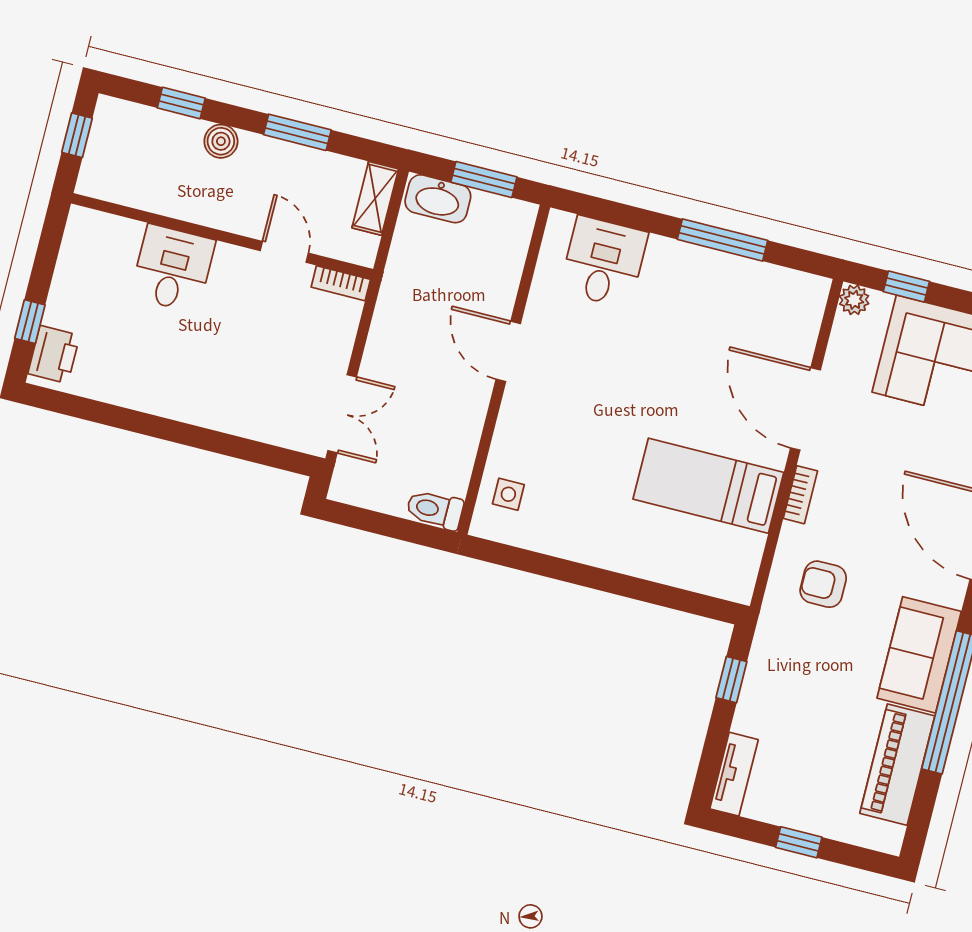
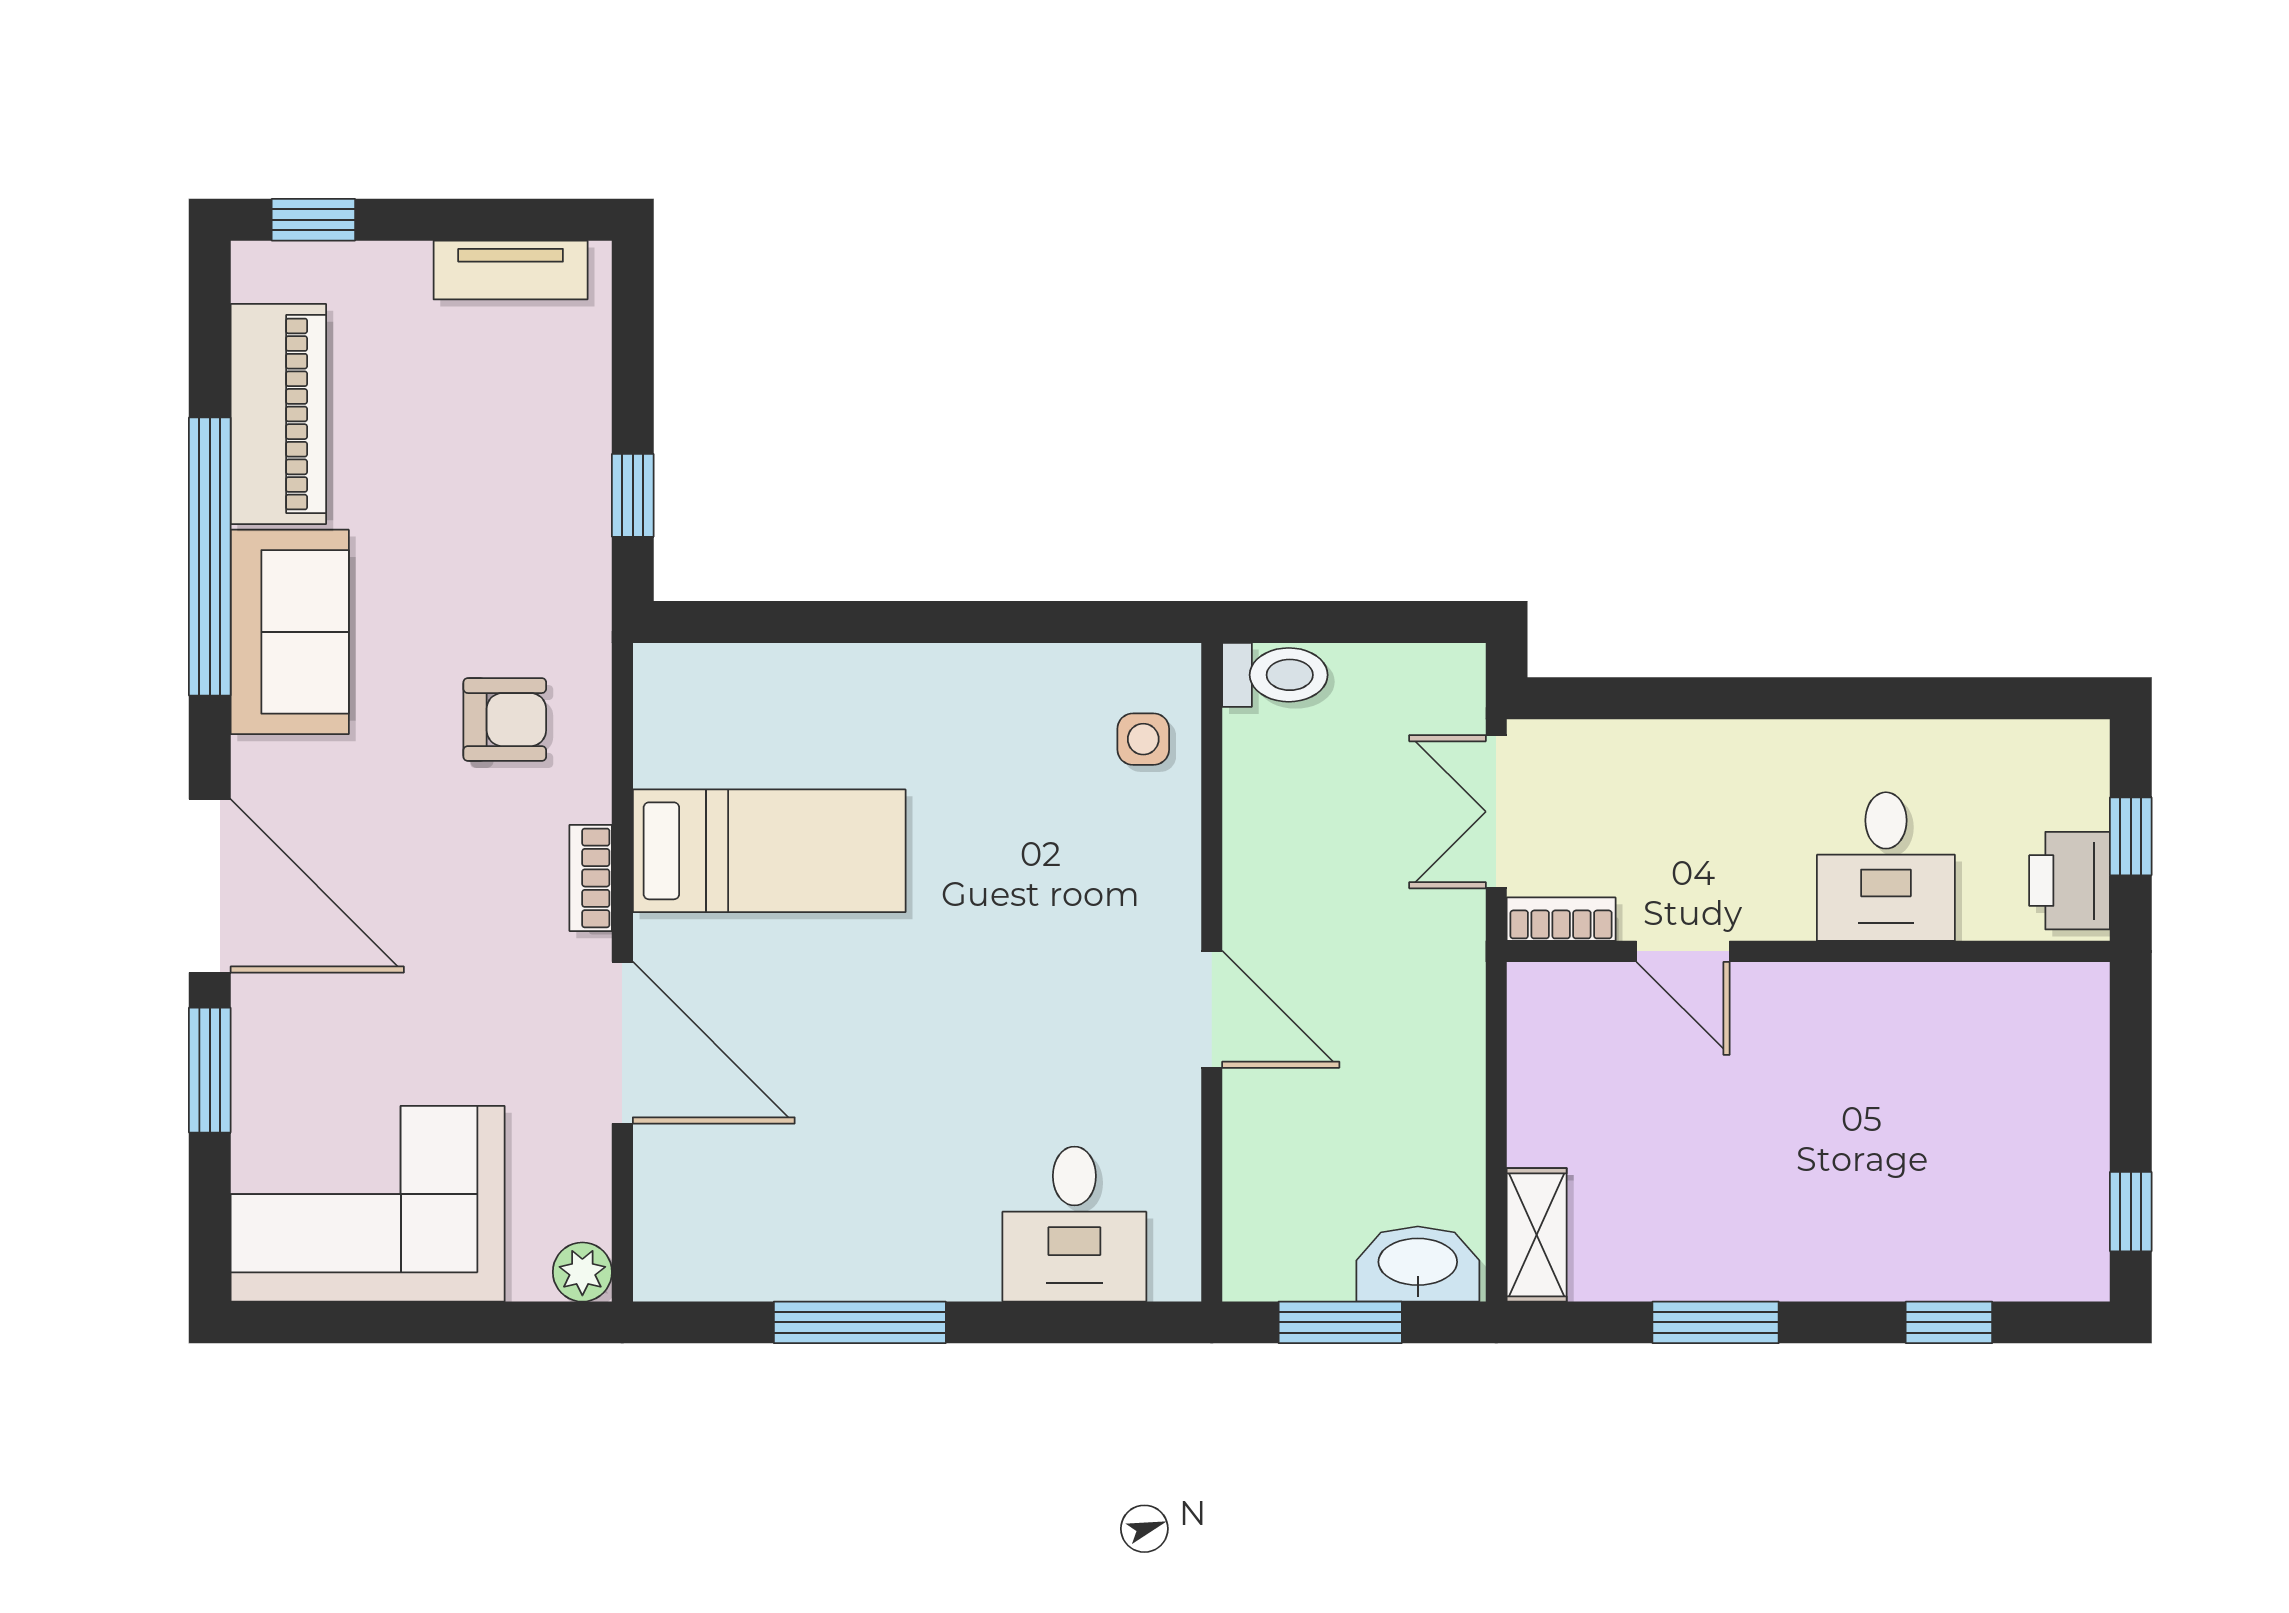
boiler: (221, 141) -> (1856, 1269), removed
wall: (222, 236) -> (1808, 951), moved
door: (284, 252) -> (1683, 951), moved
desk: (173, 269) -> (1886, 867), moved
bookcase: (341, 283) -> (1561, 919), moved
window: (906, 286) -> (490, 1322), removed
printer: (54, 355) -> (2070, 881), moved
tv unit: (734, 774) -> (511, 270), moved, turned -90
window: (799, 842) -> (313, 220), moved

